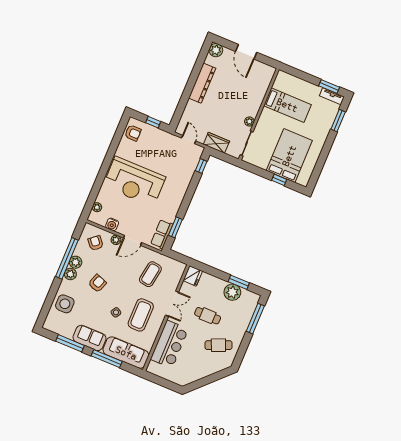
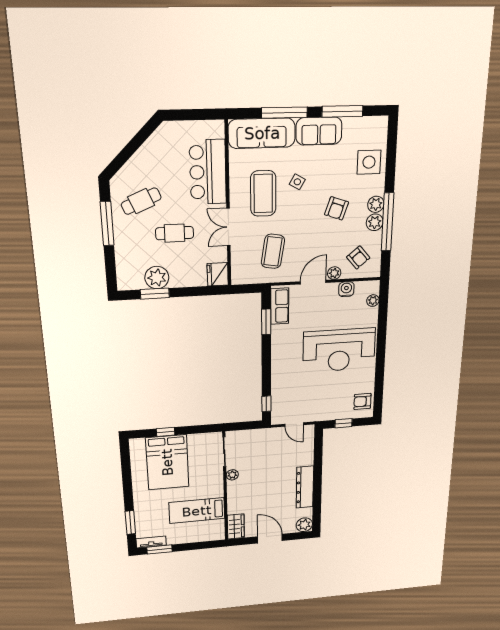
wardrobe: (216, 143) -> (236, 526), moved, turned -90
reception desk: (134, 182) -> (339, 350), turned 180
window: (255, 319) -> (107, 224), moved

